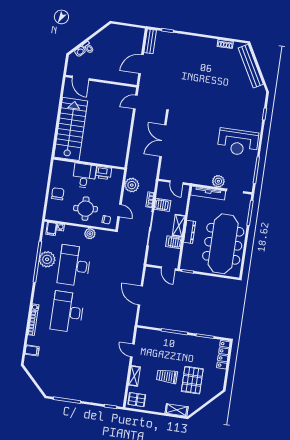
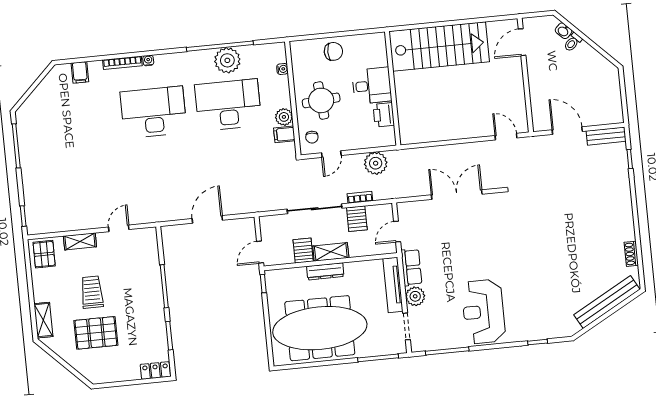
row of seats: (200, 179) -> (411, 267), added
filing cabinet: (51, 229) -> (284, 134), moved
locker: (223, 355) -> (155, 370), width x0.66

